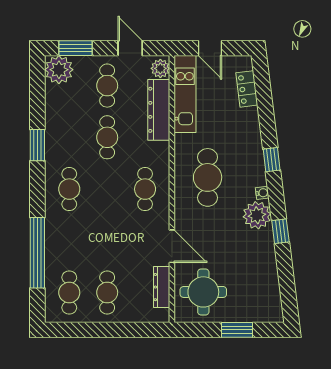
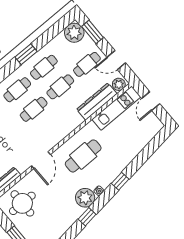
door: (130, 48) -> (116, 60), swing flipped
locker: (247, 89) -> (146, 138), removed
cafe table: (69, 137) -> (44, 67), added
cafe table: (145, 189) -> (34, 109), moved
door: (172, 246) -> (41, 160), moved

